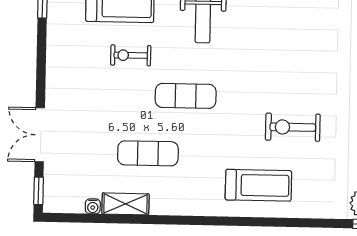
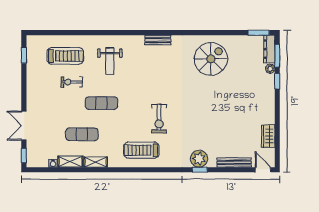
exercise bike: (293, 127) -> (159, 119), turned -90
treadmill: (258, 185) -> (141, 150), turned 180
shelving: (172, 206) -> (96, 162), added

